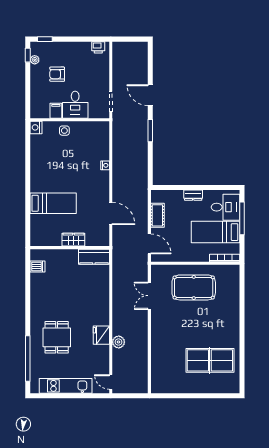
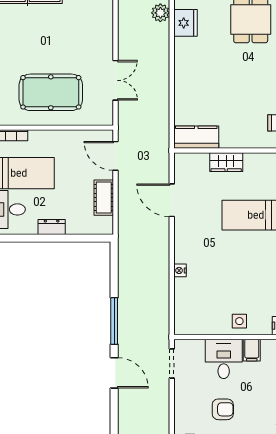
armchair: (57, 74) -> (223, 409), moved
window: (150, 131) -> (114, 321), width x1.44

